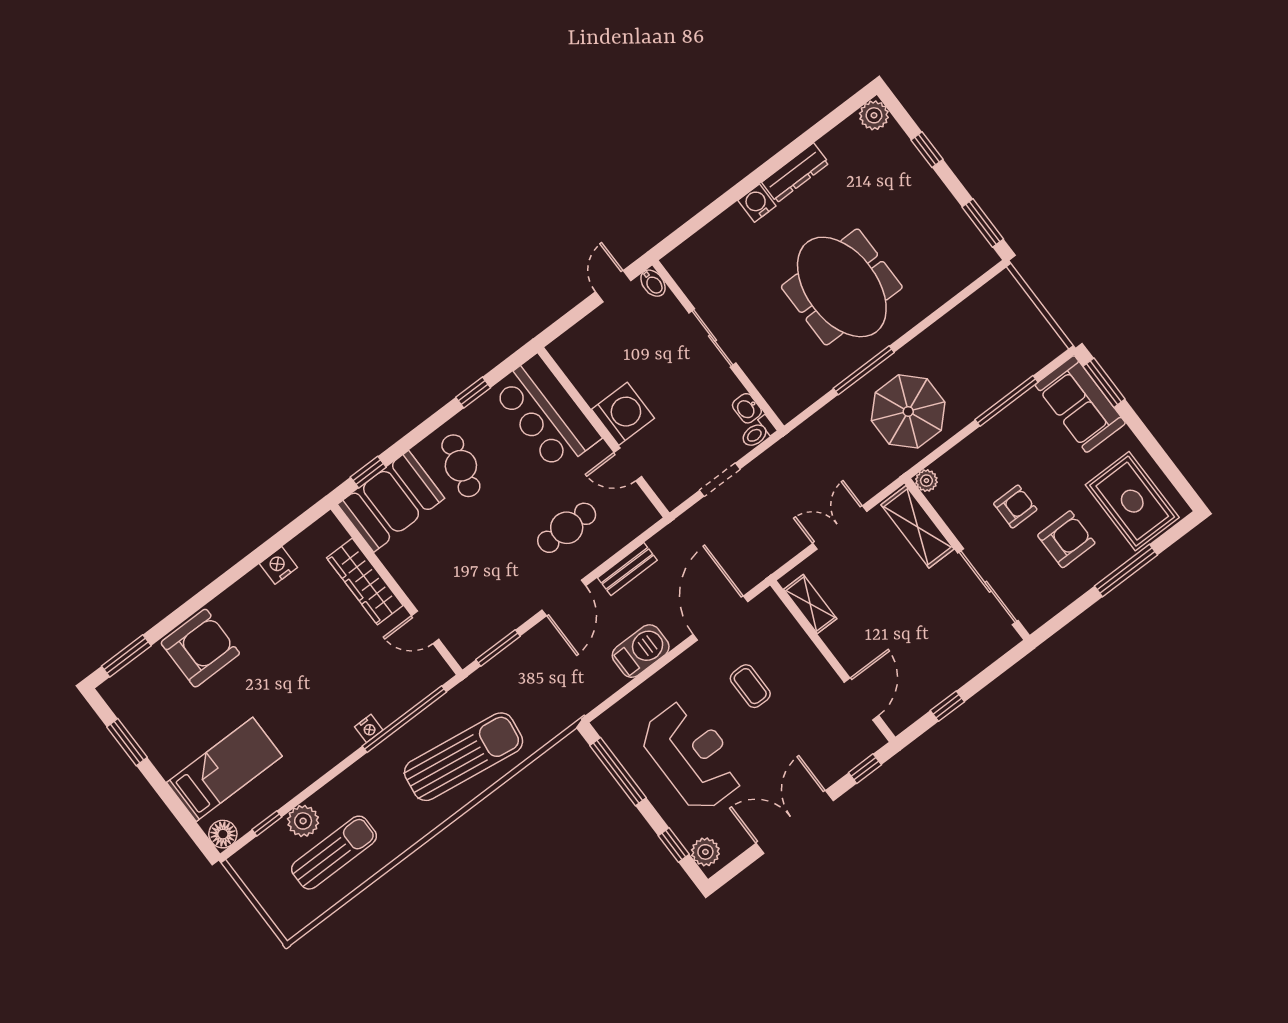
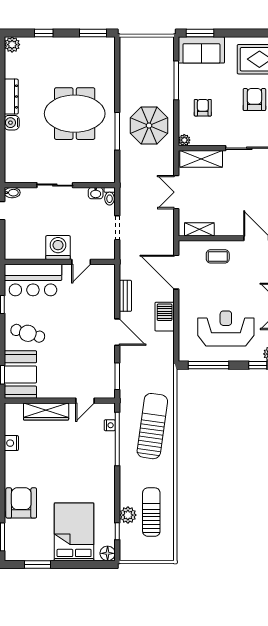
armchair: (1015, 507) -> (203, 108), moved
cafe table: (567, 528) -> (88, 308), removed
coffee table: (750, 686) -> (218, 256), moved
nightstand: (369, 728) -> (110, 425), moved
bed: (224, 769) -> (74, 532), width x1.50

